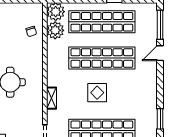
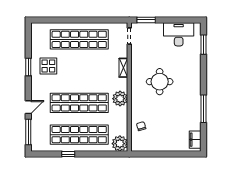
plant: (55, 30) -> (120, 99), moved
display table: (97, 93) -> (48, 66), moved
window: (160, 119) -> (28, 67), moved

